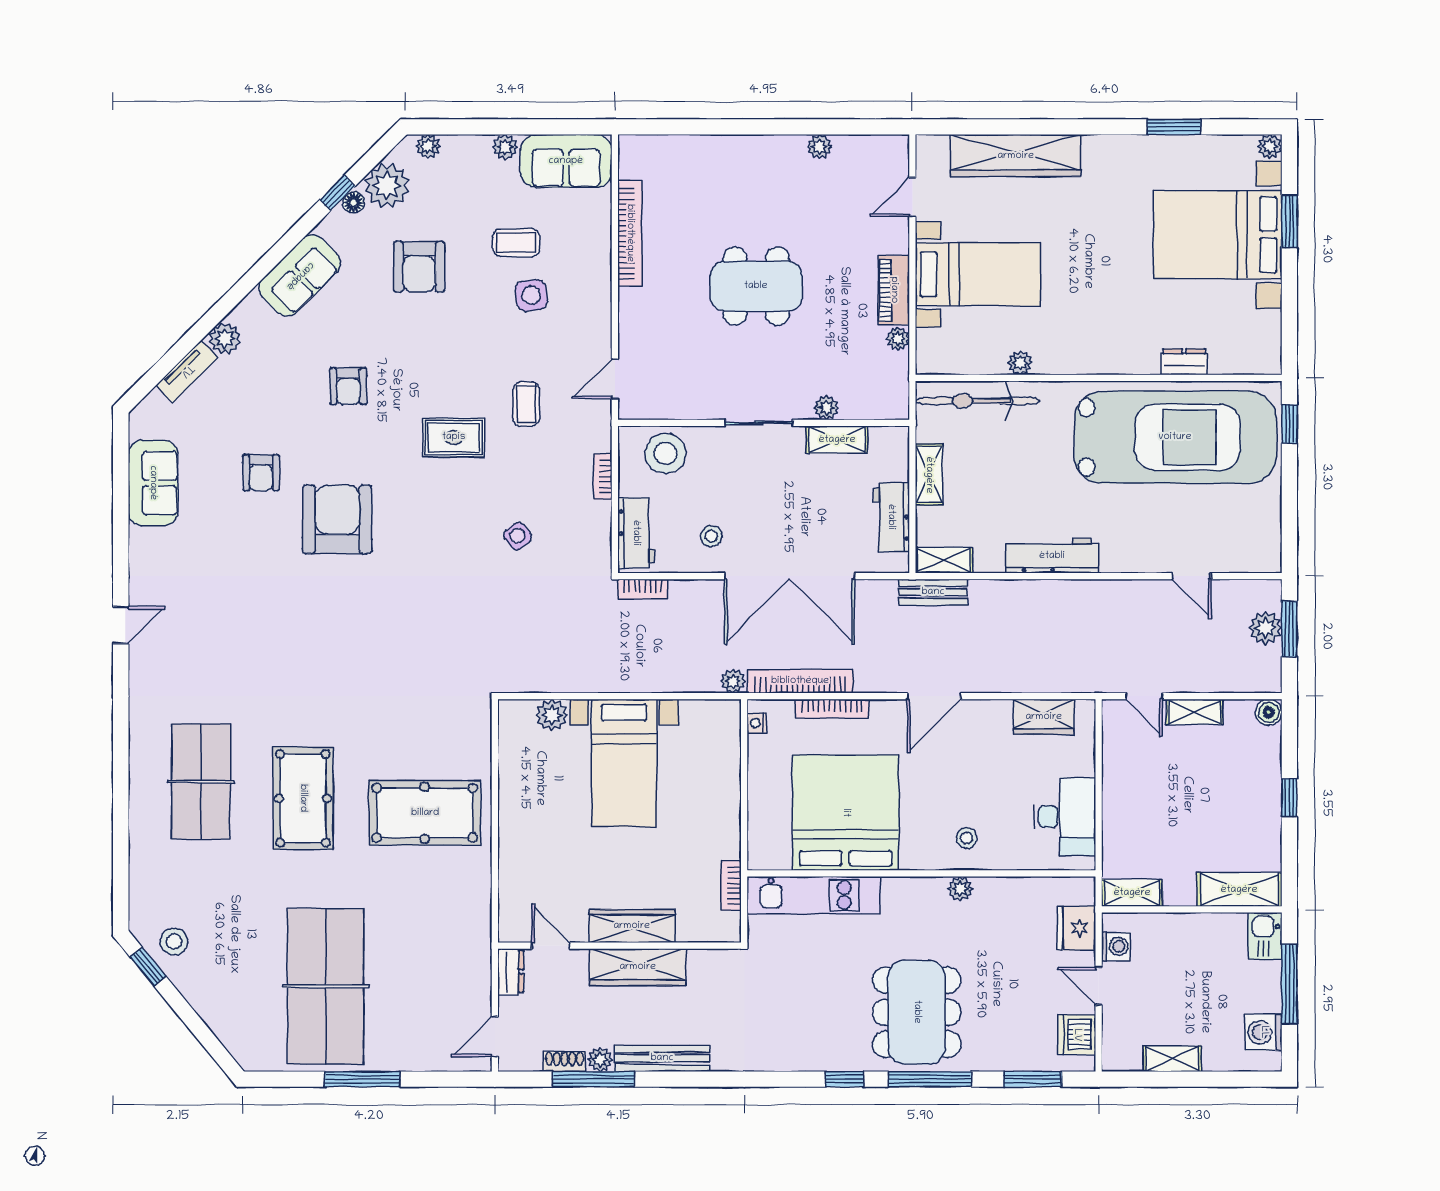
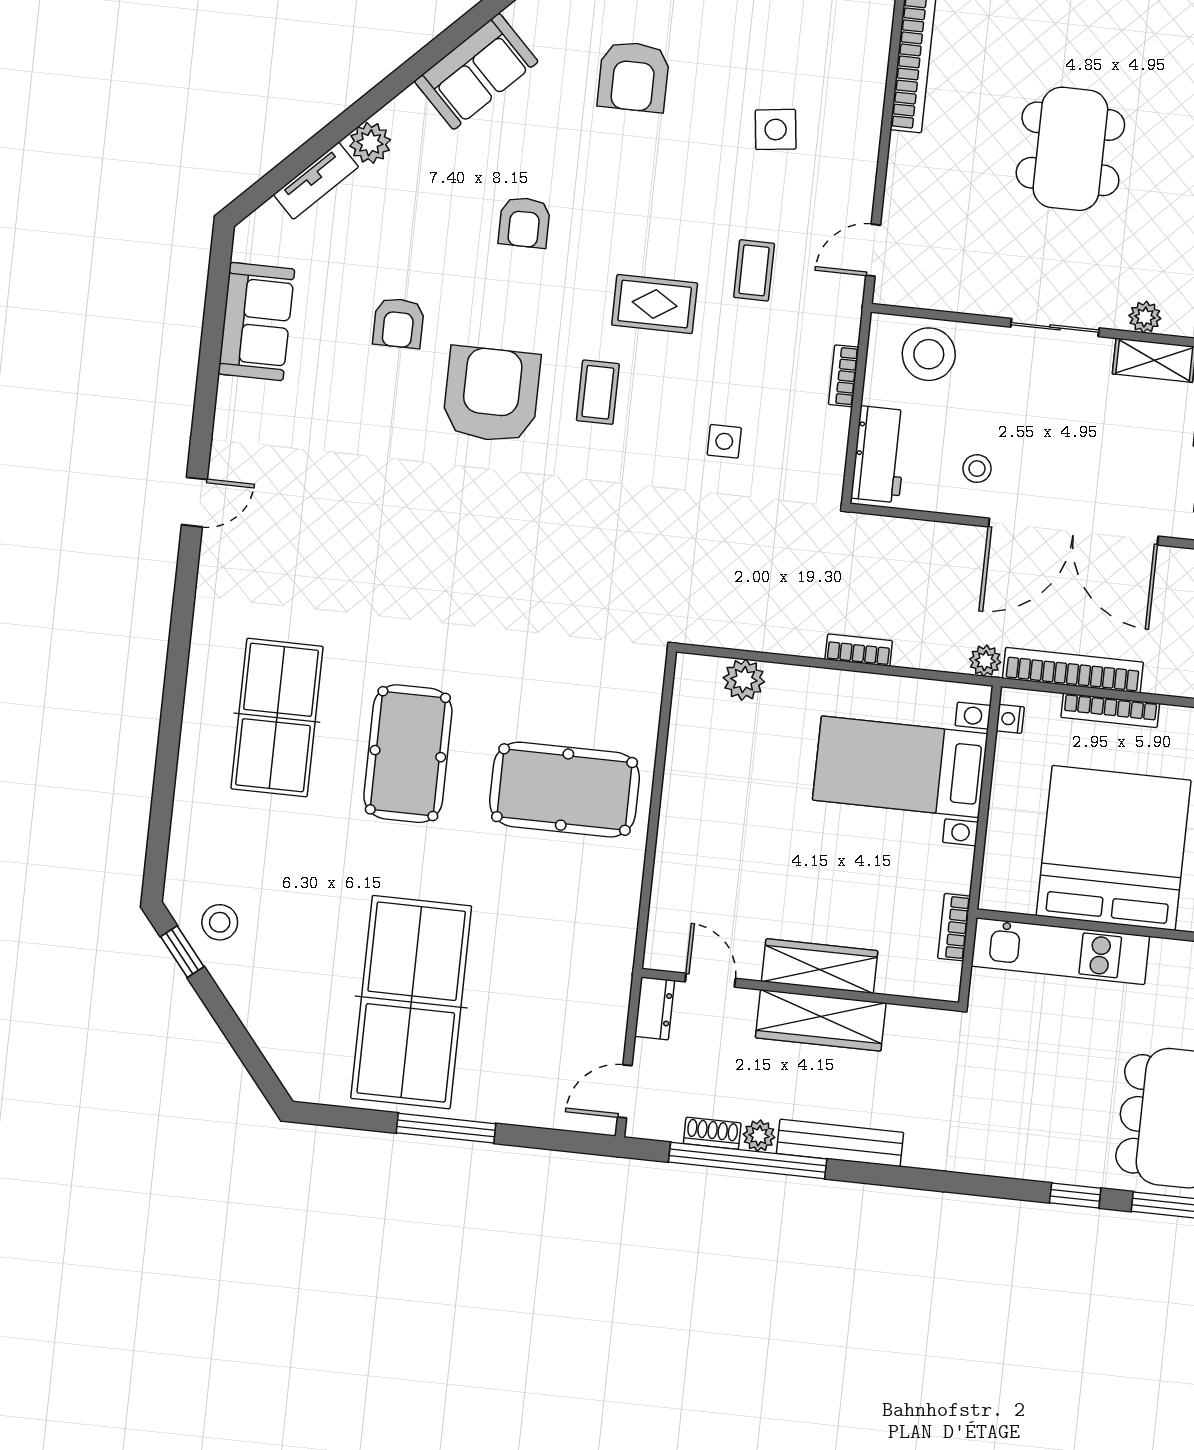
coffee table: (516, 243) -> (598, 392), moved, turned 90
dining table: (756, 286) -> (1070, 149), turned 90
side table: (518, 536) -> (724, 441), turned 38
bookcase: (642, 589) -> (859, 650), moved, turned 180
bed with nightstands: (624, 763) -> (900, 767), moved, turned 90
window: (594, 1079) -> (748, 1160), width x1.46

